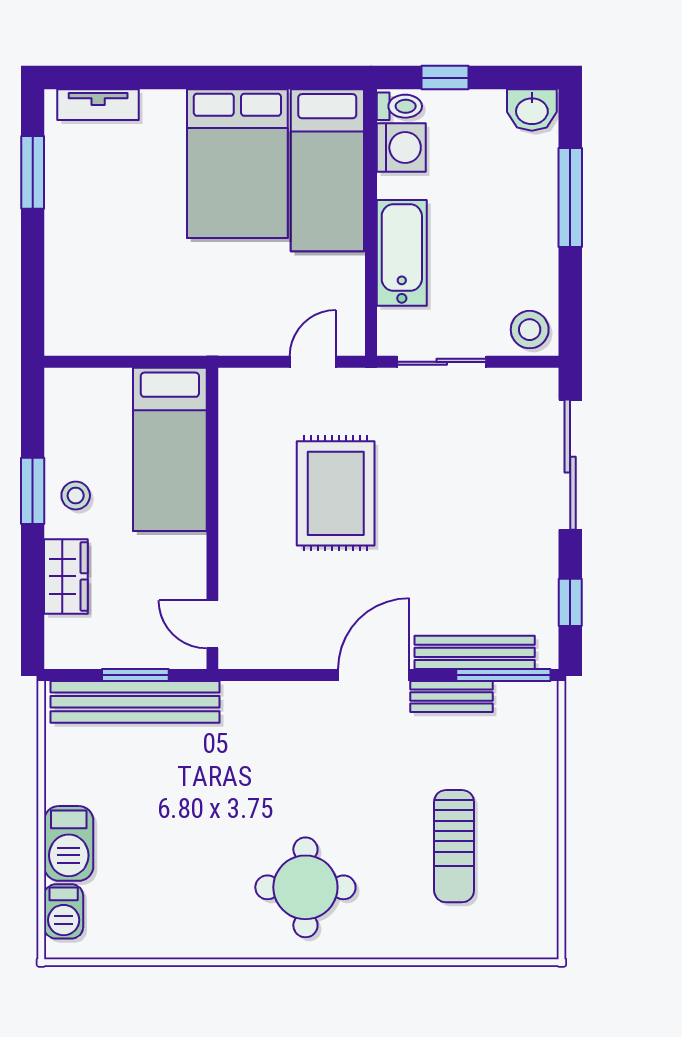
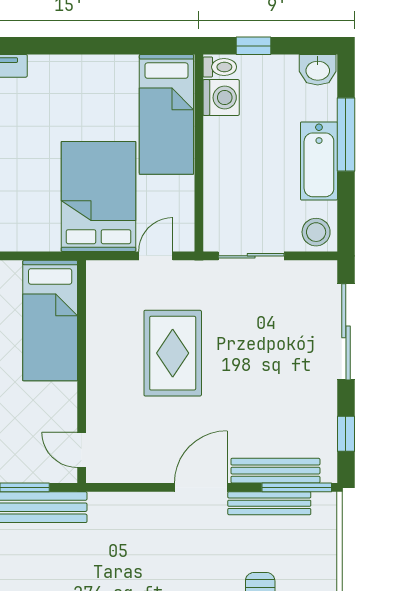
bed: (237, 164) -> (98, 197), moved, turned 180
bathtub: (402, 253) -> (319, 161), moved, turned 180
bench: (451, 697) -> (269, 503), width x1.36

